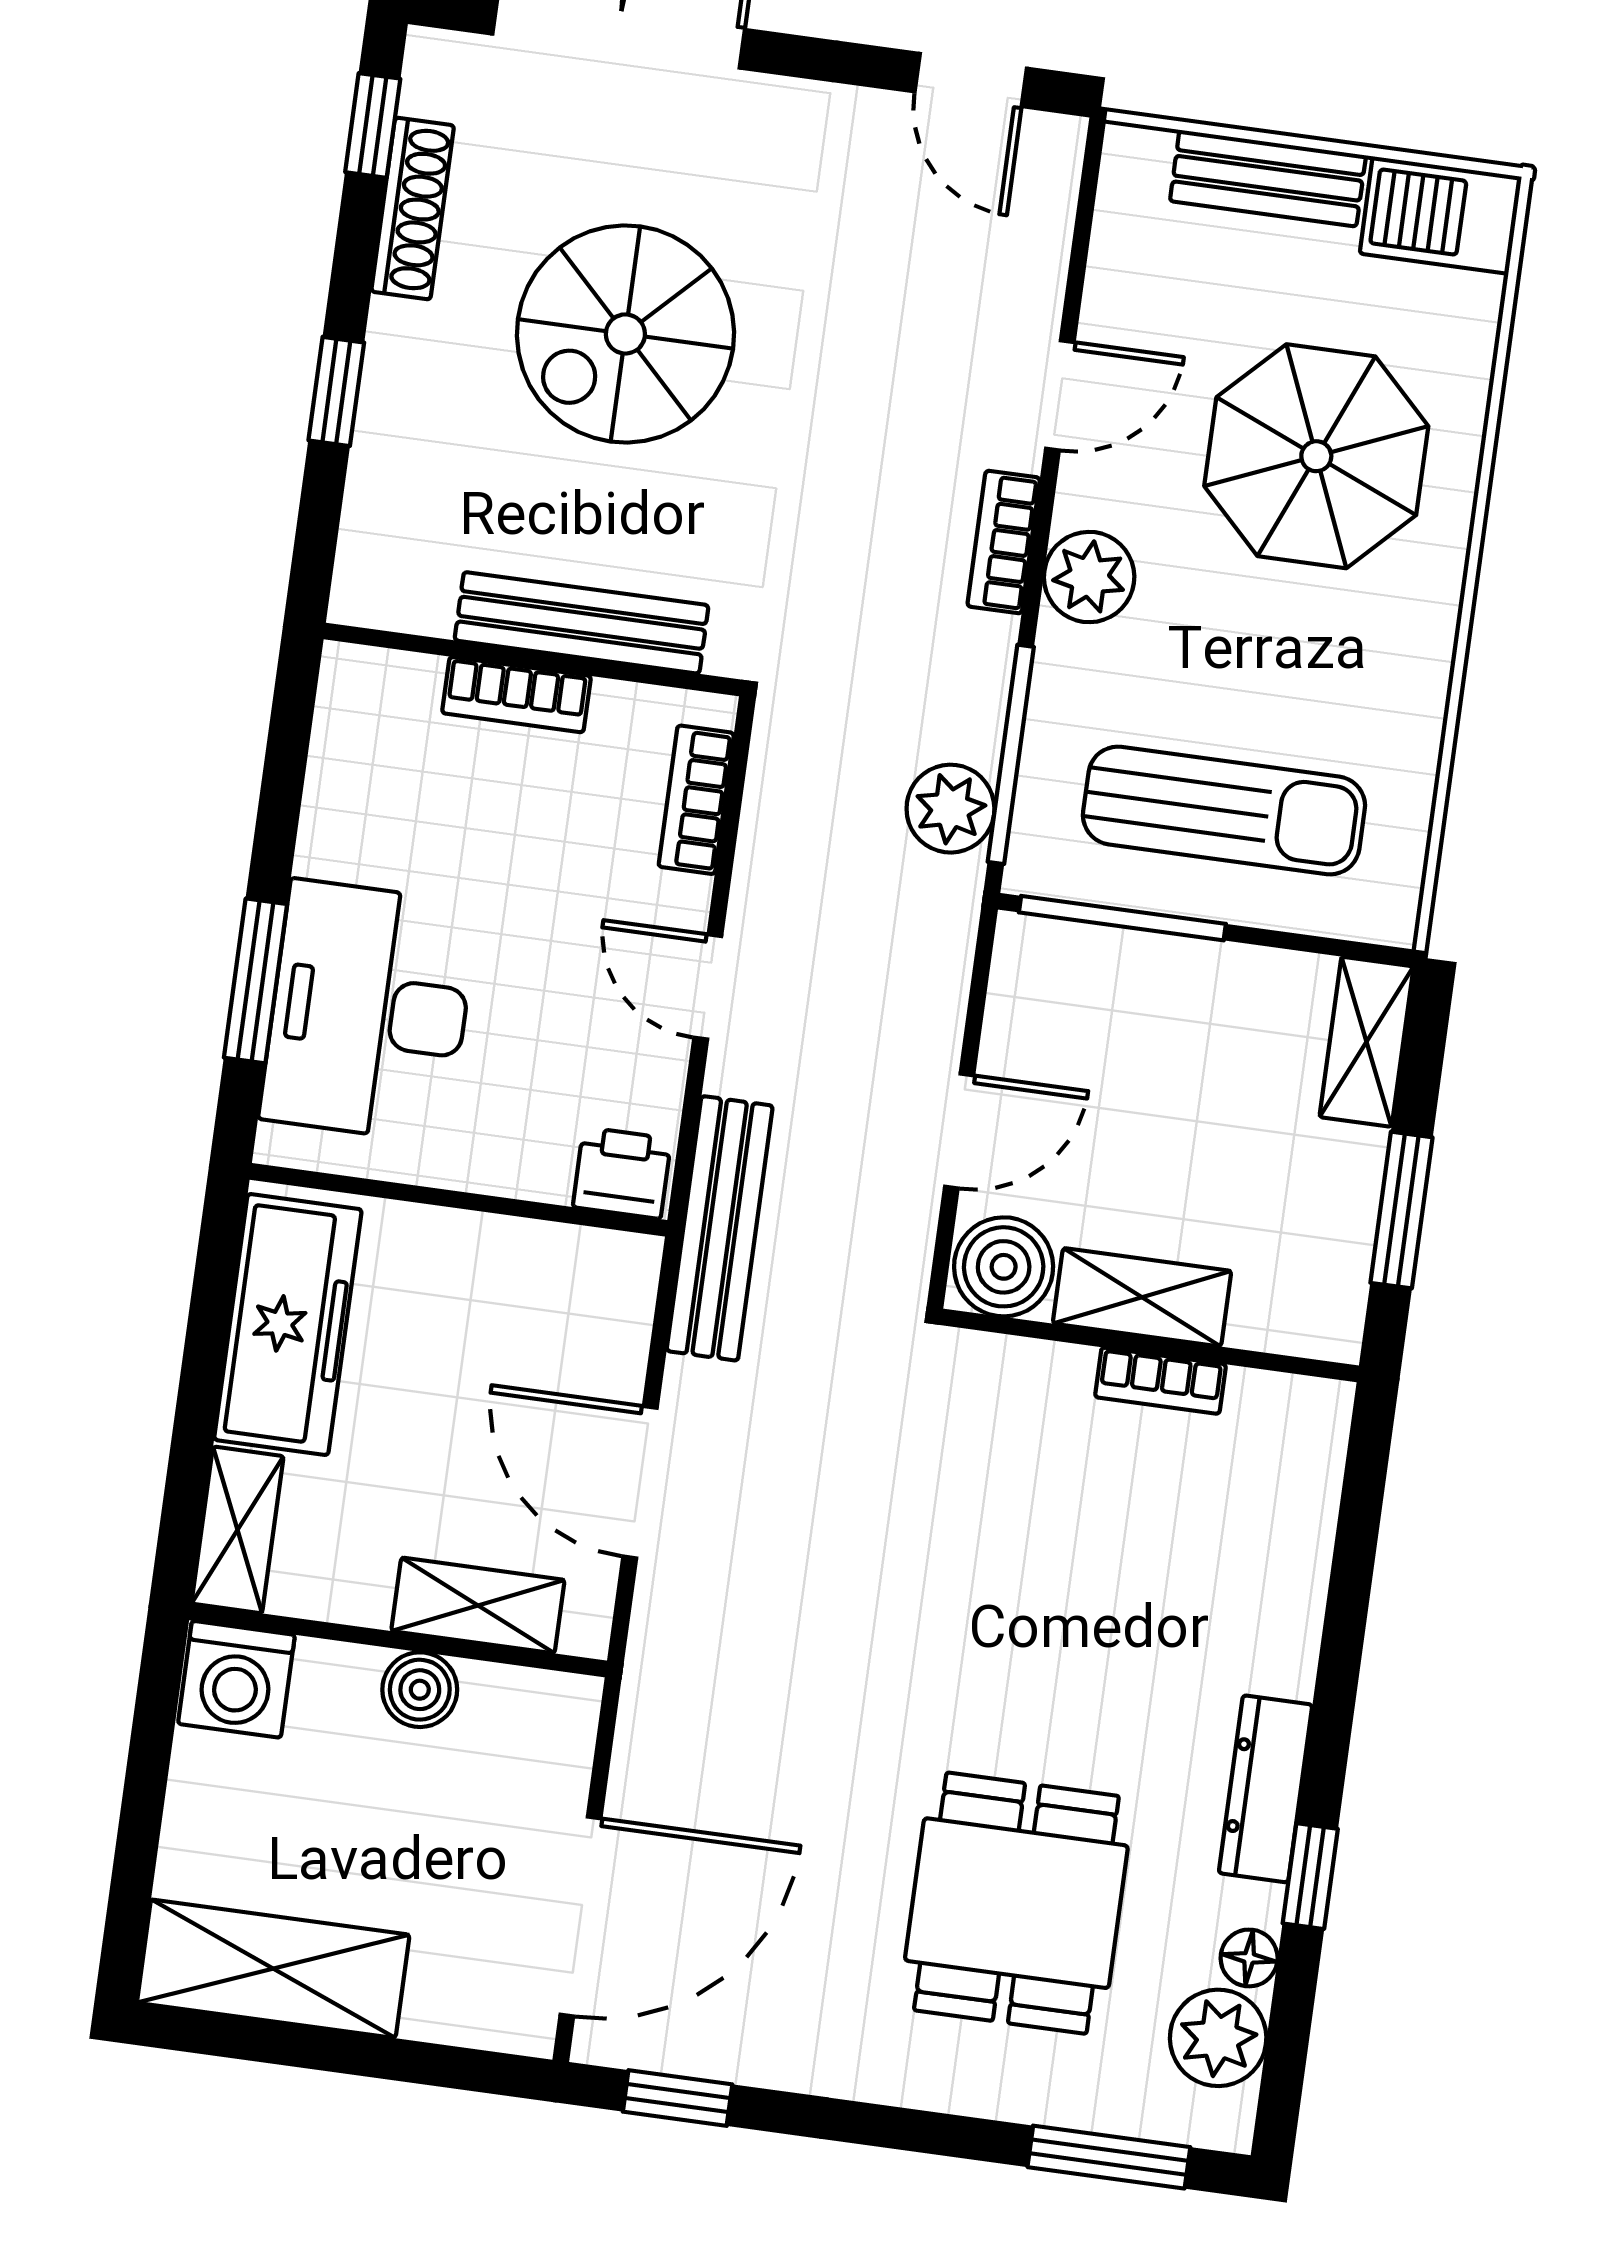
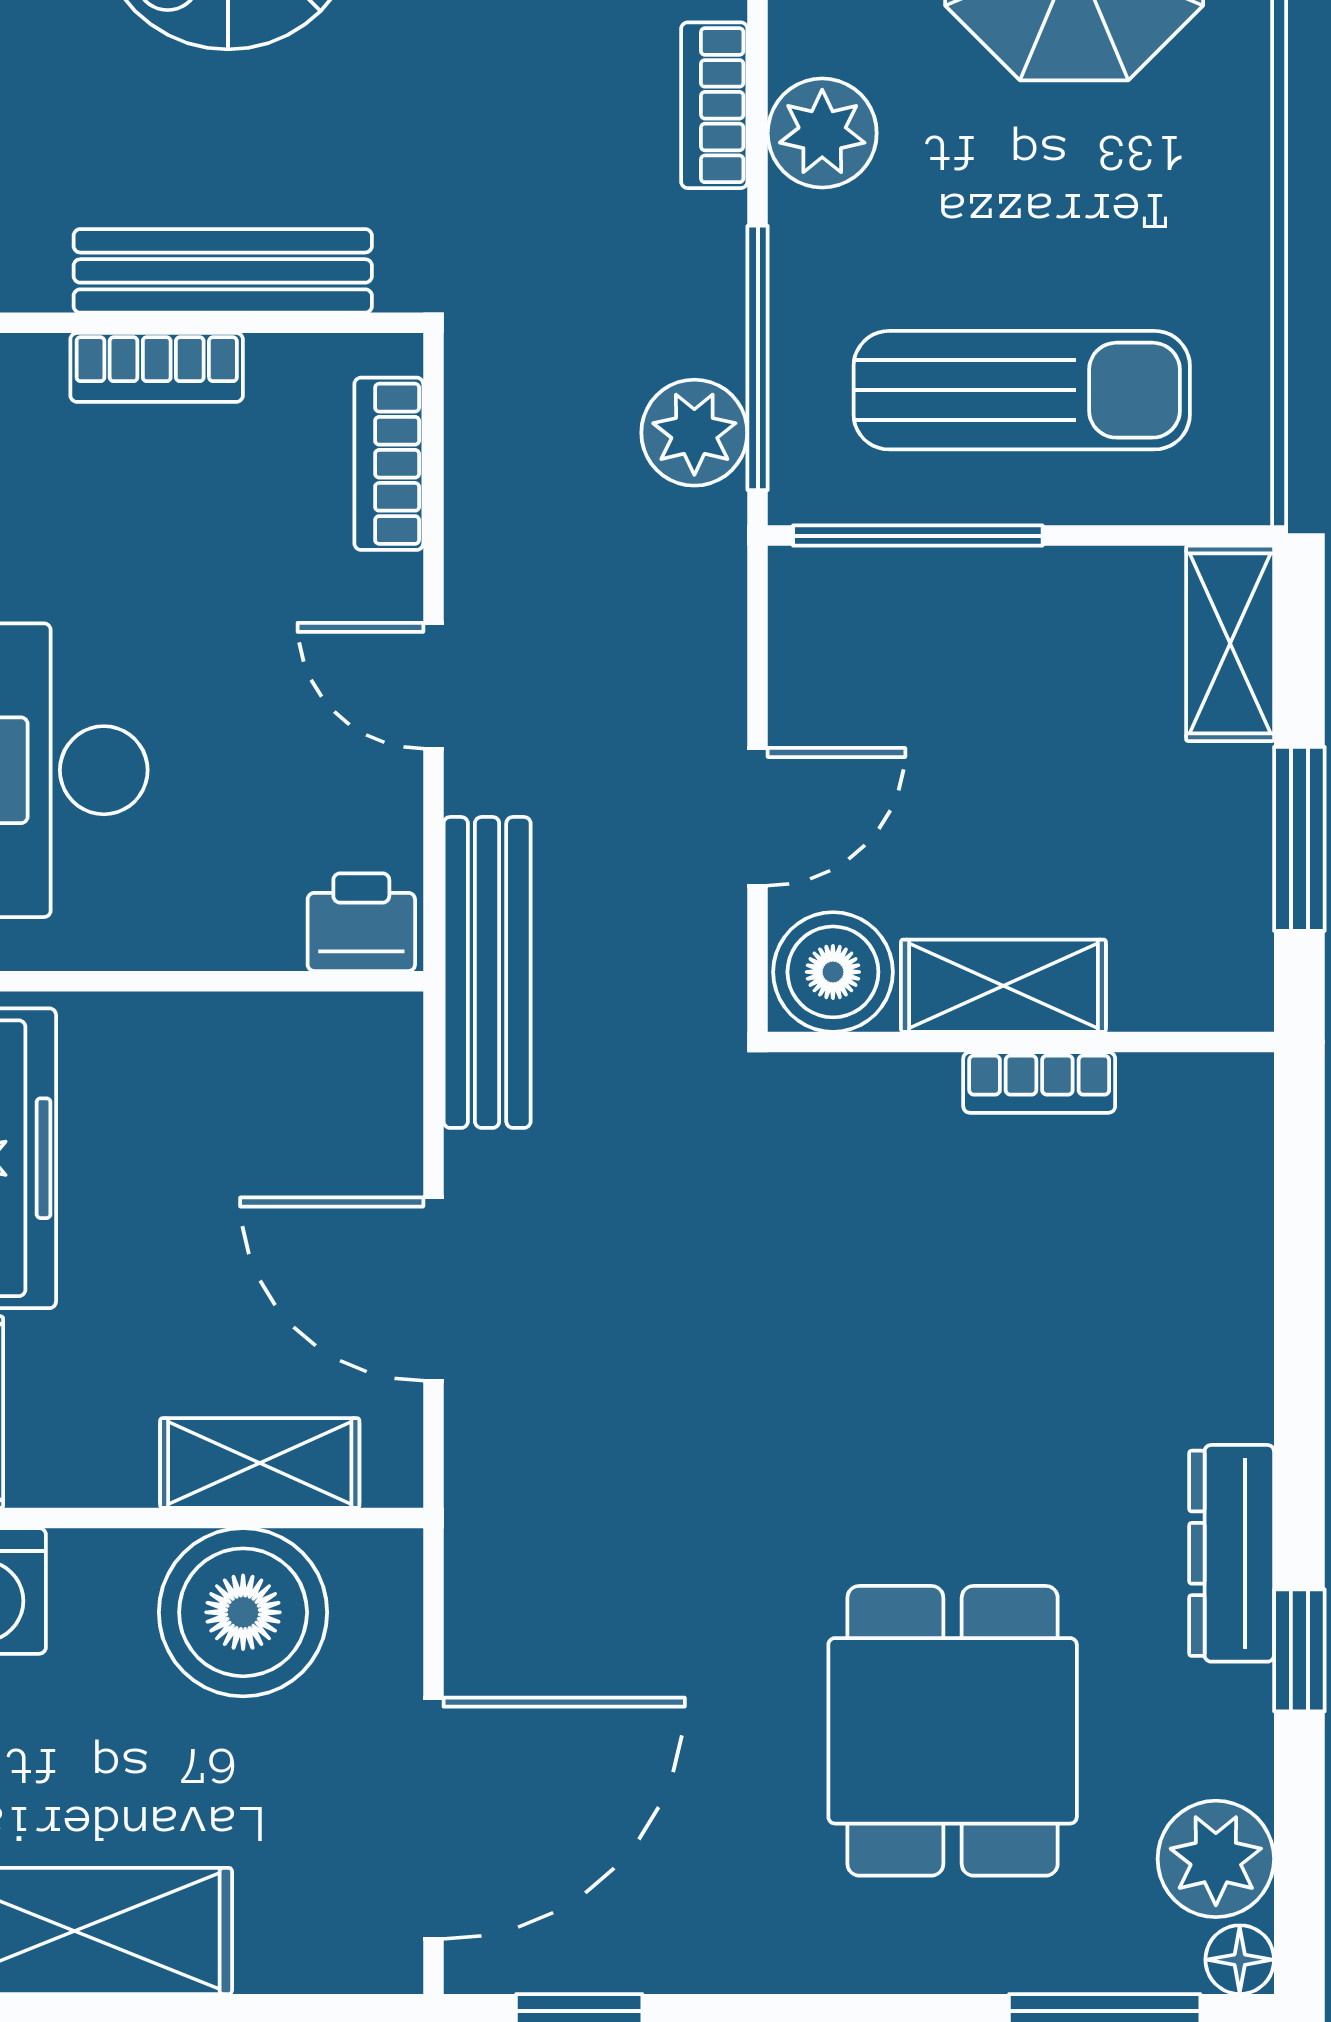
boiler: (420, 1690) -> (243, 1612), width x1.86, depth x1.86
floor lamp: (1249, 1958) -> (1240, 1960), moved

